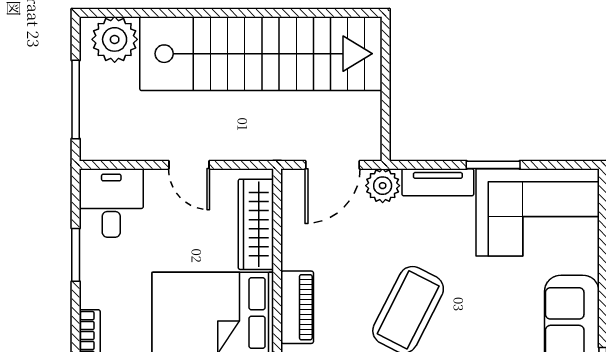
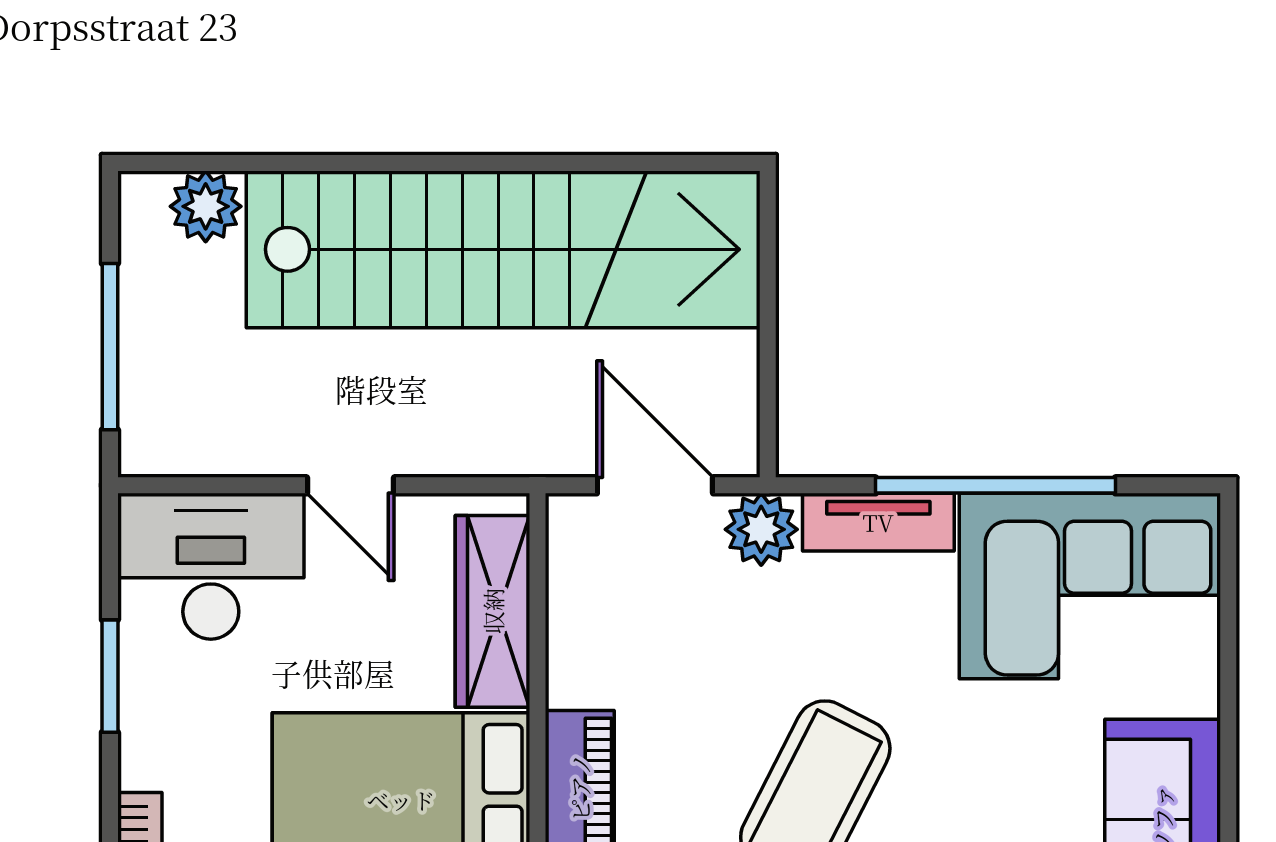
plant: (115, 39) -> (206, 206), width x0.73, depth x0.73
door: (333, 165) -> (655, 485), swing flipped
window: (493, 165) -> (995, 485), width x2.11
desk: (111, 203) -> (211, 566), width x1.37

